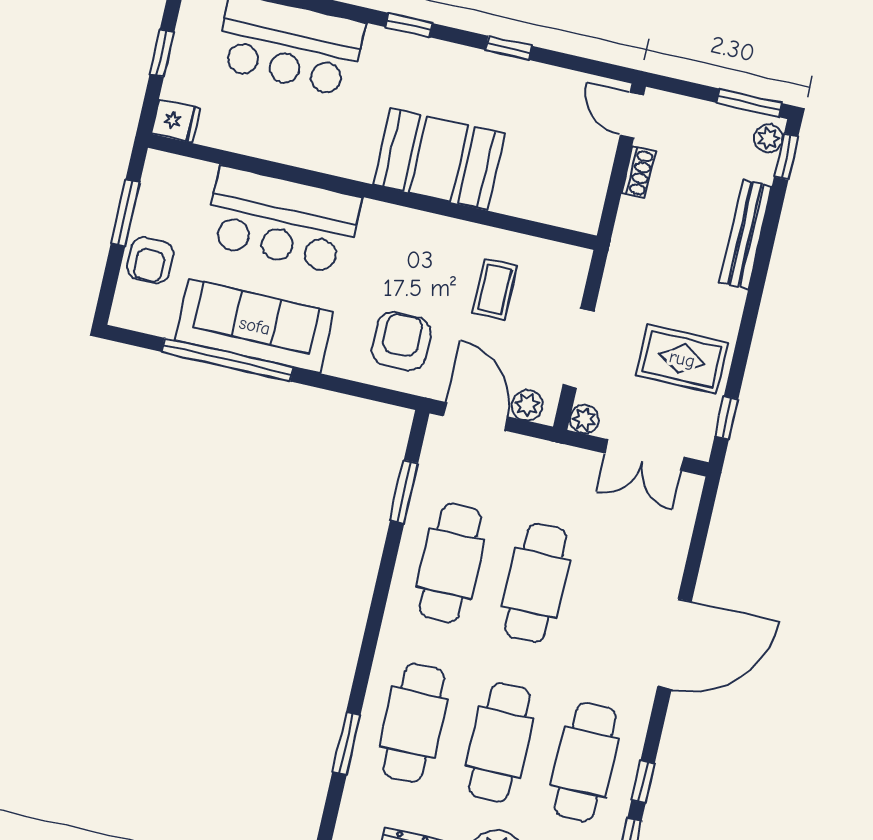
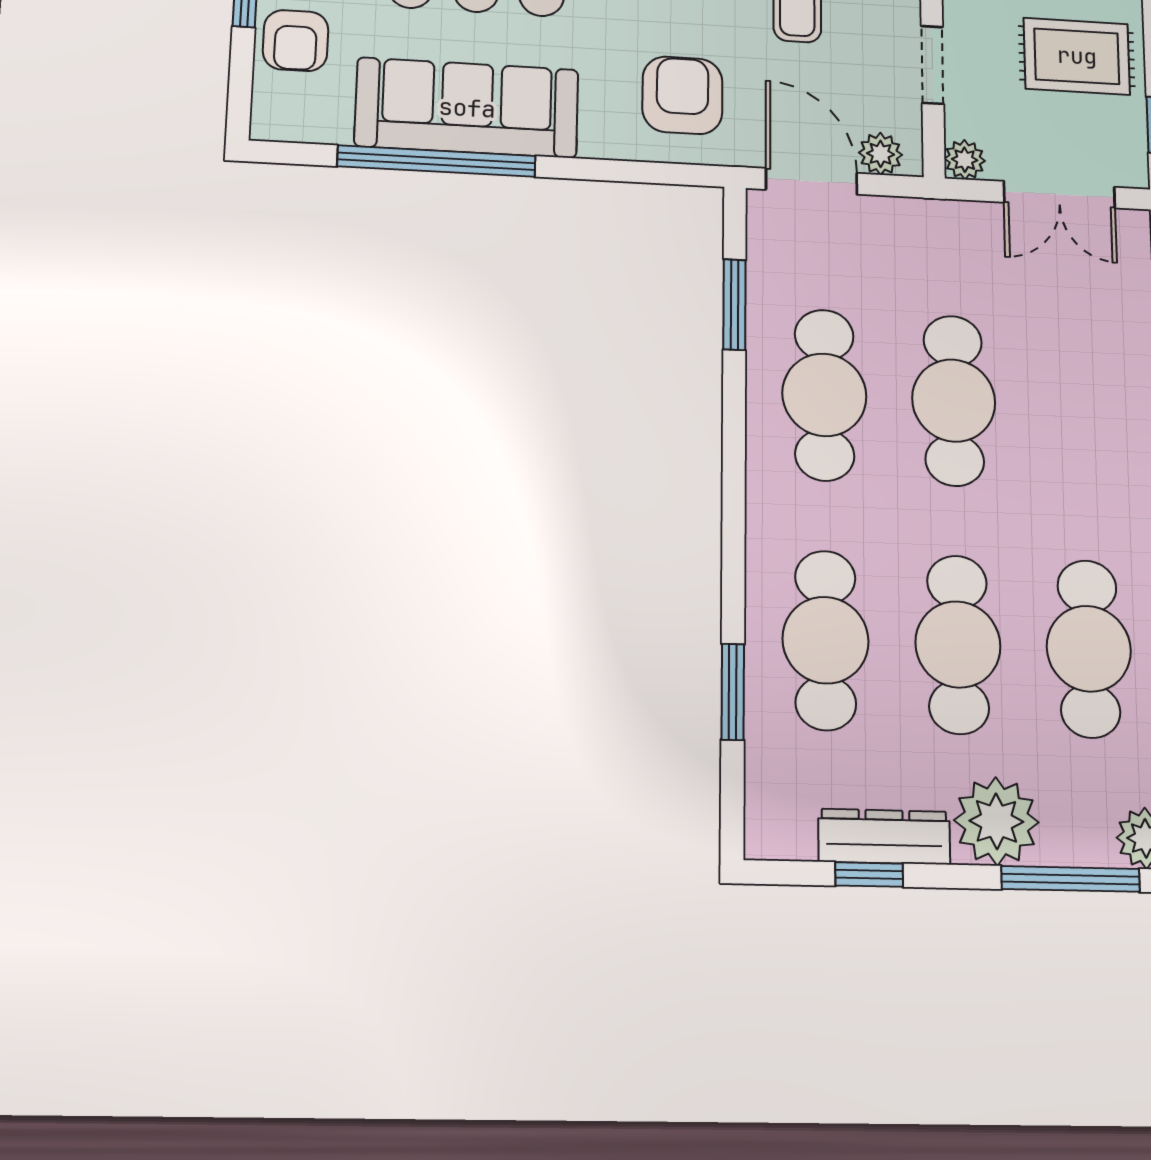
doorway: (578, 348) -> (932, 65), width x0.73

